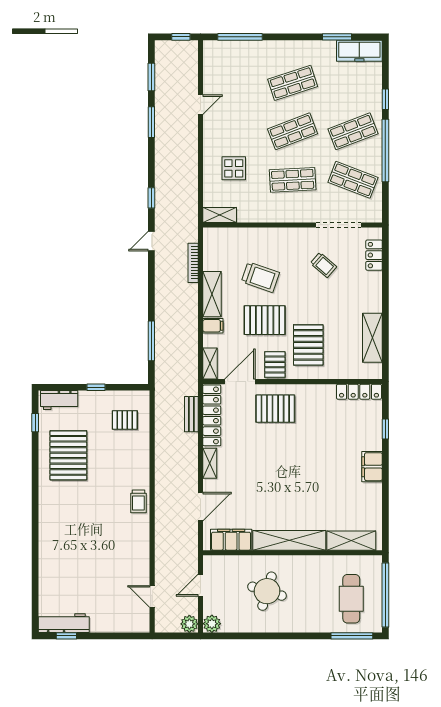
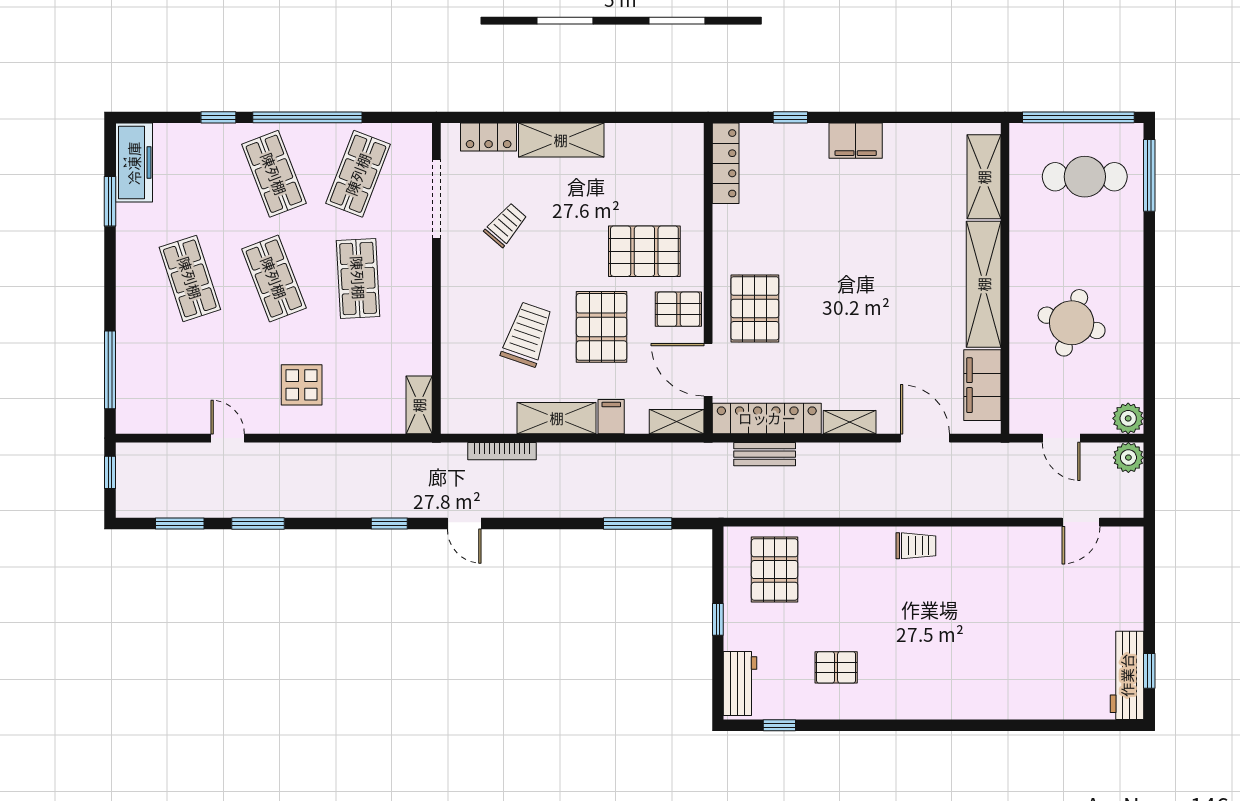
display table: (234, 168) -> (302, 385), moved
shelving: (372, 338) -> (561, 140), moved
pallet: (125, 420) -> (775, 570), width x1.50, depth x1.42
pallet: (68, 455) -> (836, 667), width x0.49, depth x0.50

